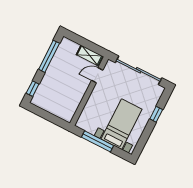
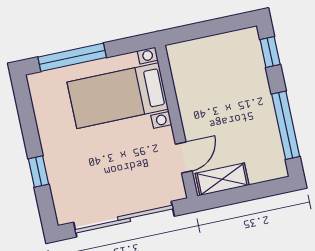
bed with nightstands: (122, 124) -> (118, 96), moved, turned 90
window: (97, 141) -> (72, 57), moved

